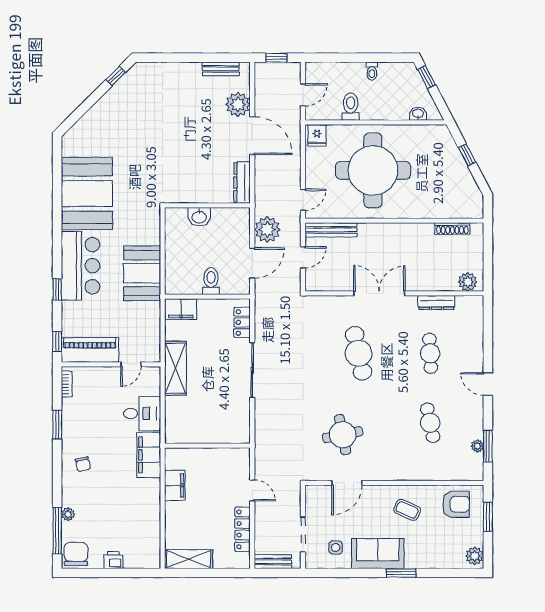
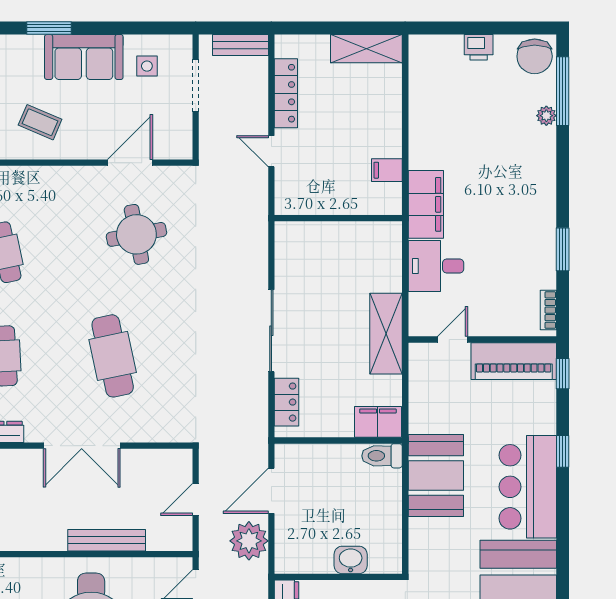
bench: (331, 230) -> (107, 540), moved
toilet: (211, 281) -> (382, 456), moved, turned 90
chair: (83, 464) -> (524, 190), removed
filing cabinet: (175, 485) -> (387, 170), width x0.50

